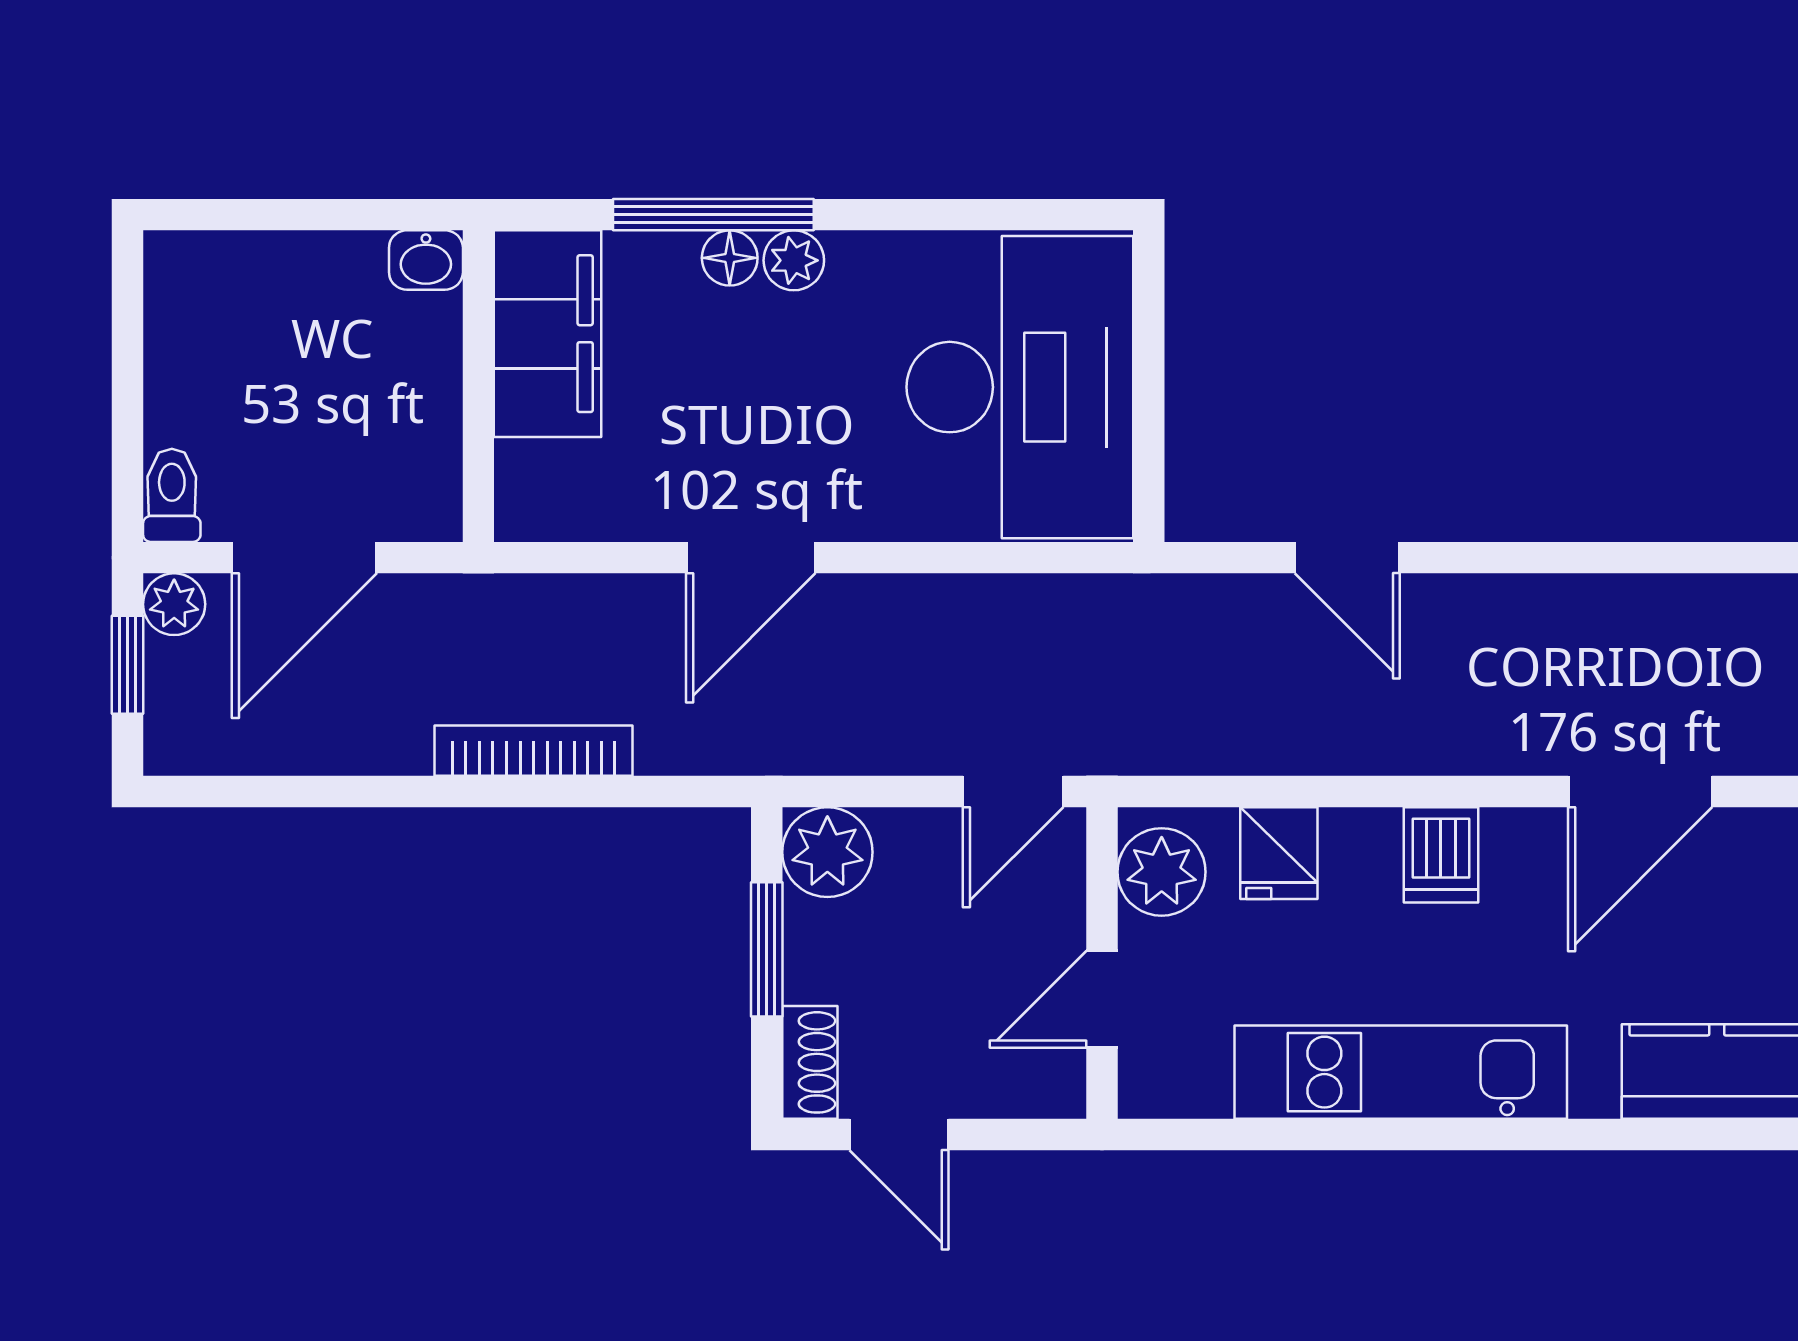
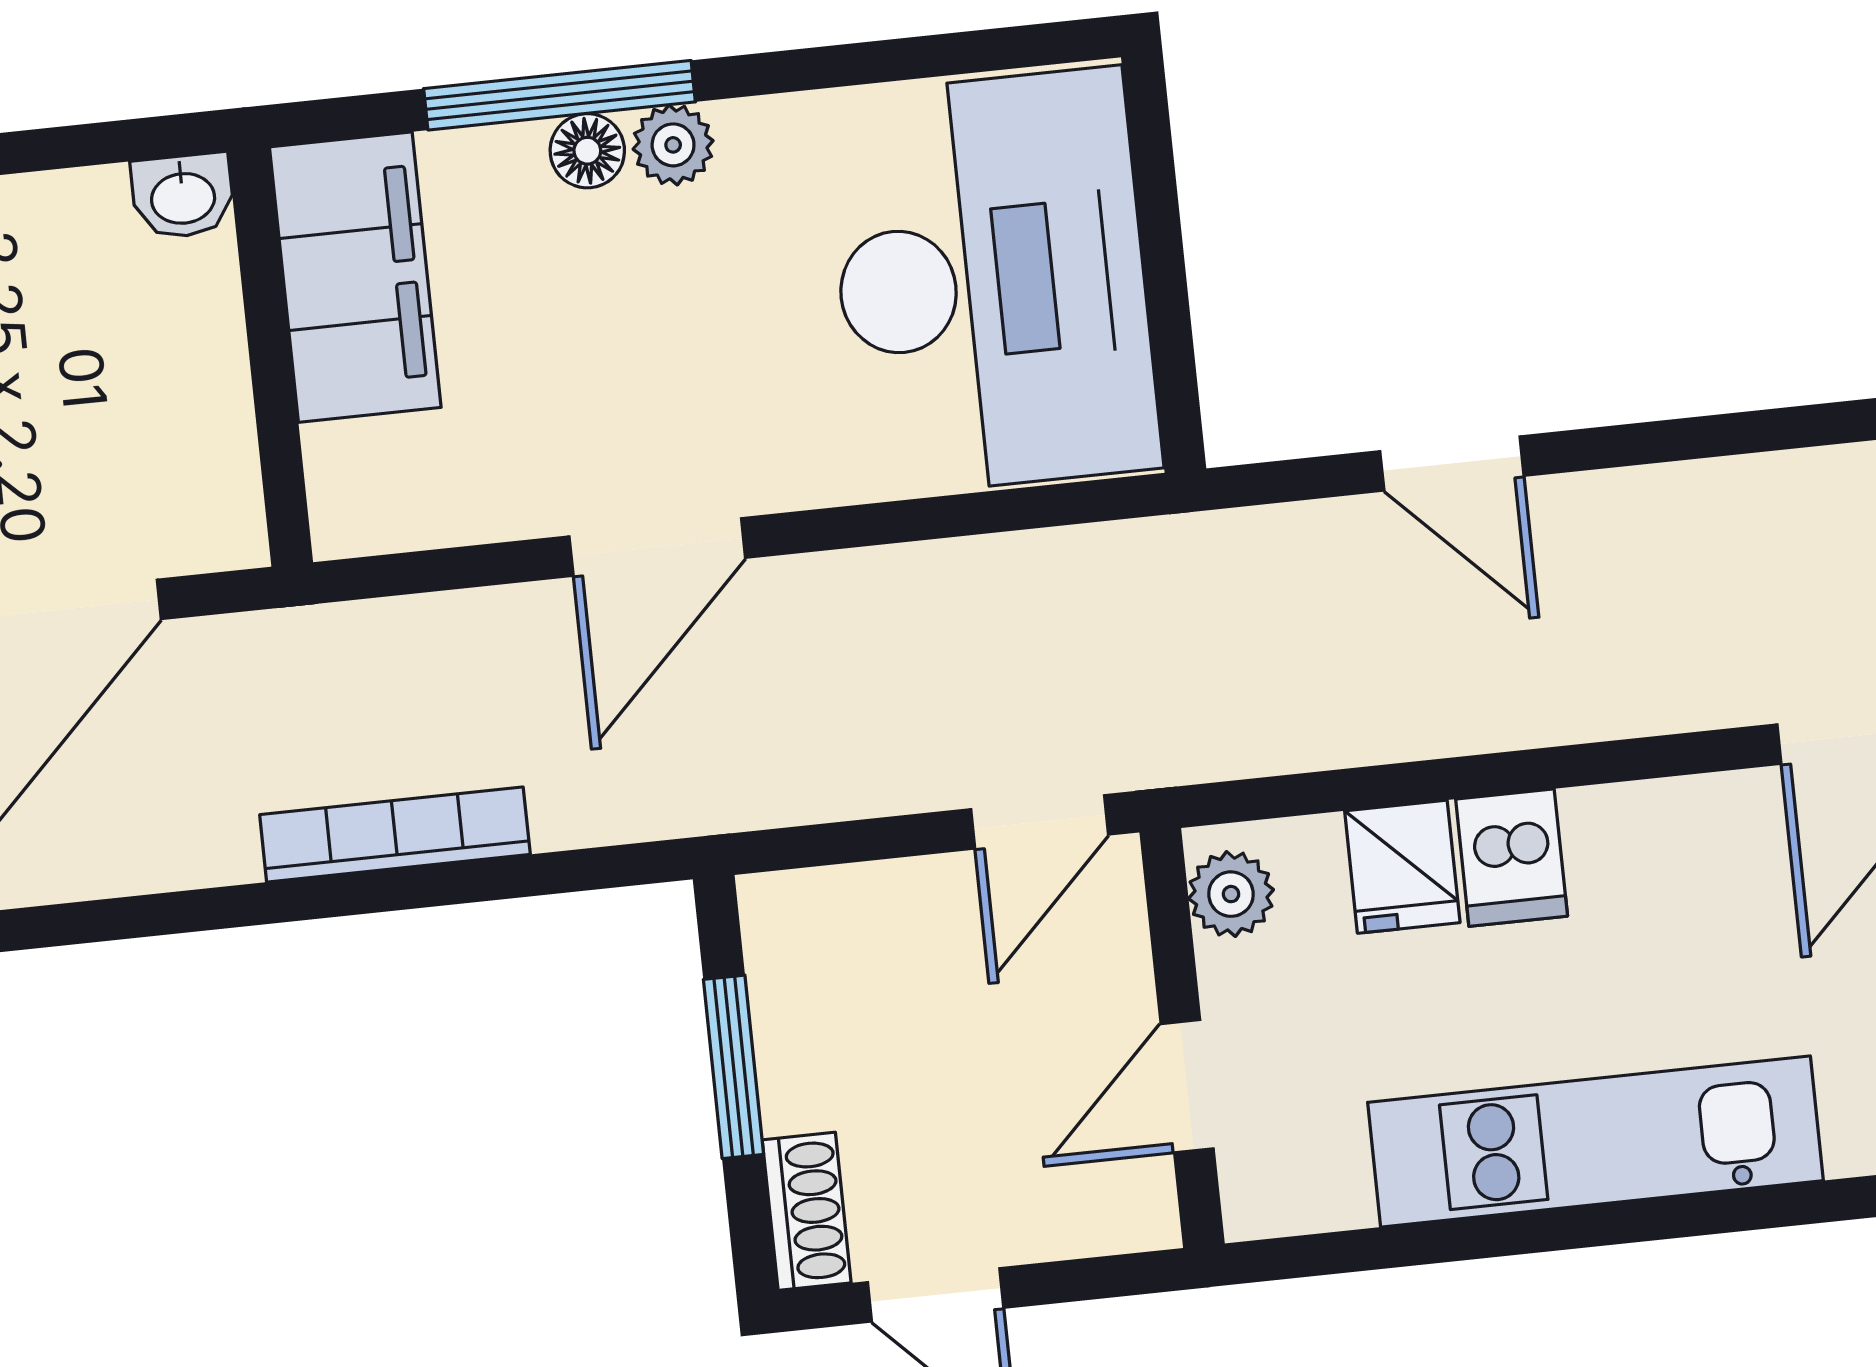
plant: (827, 852) -> (801, 929), removed
dishwasher: (1441, 855) -> (1512, 858), moved
plant: (1162, 872) -> (1231, 894), width x0.73, depth x0.73

